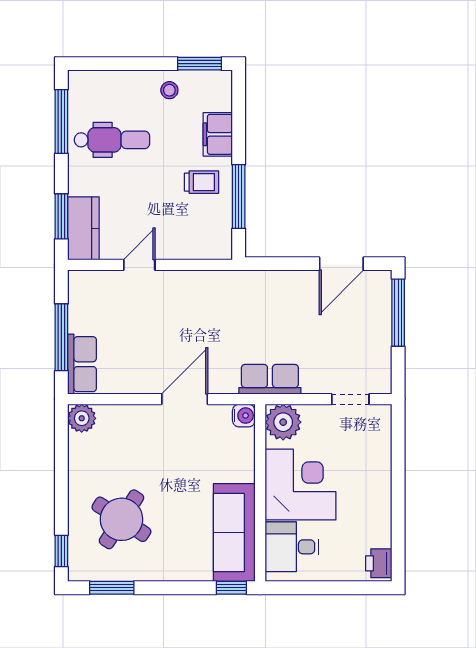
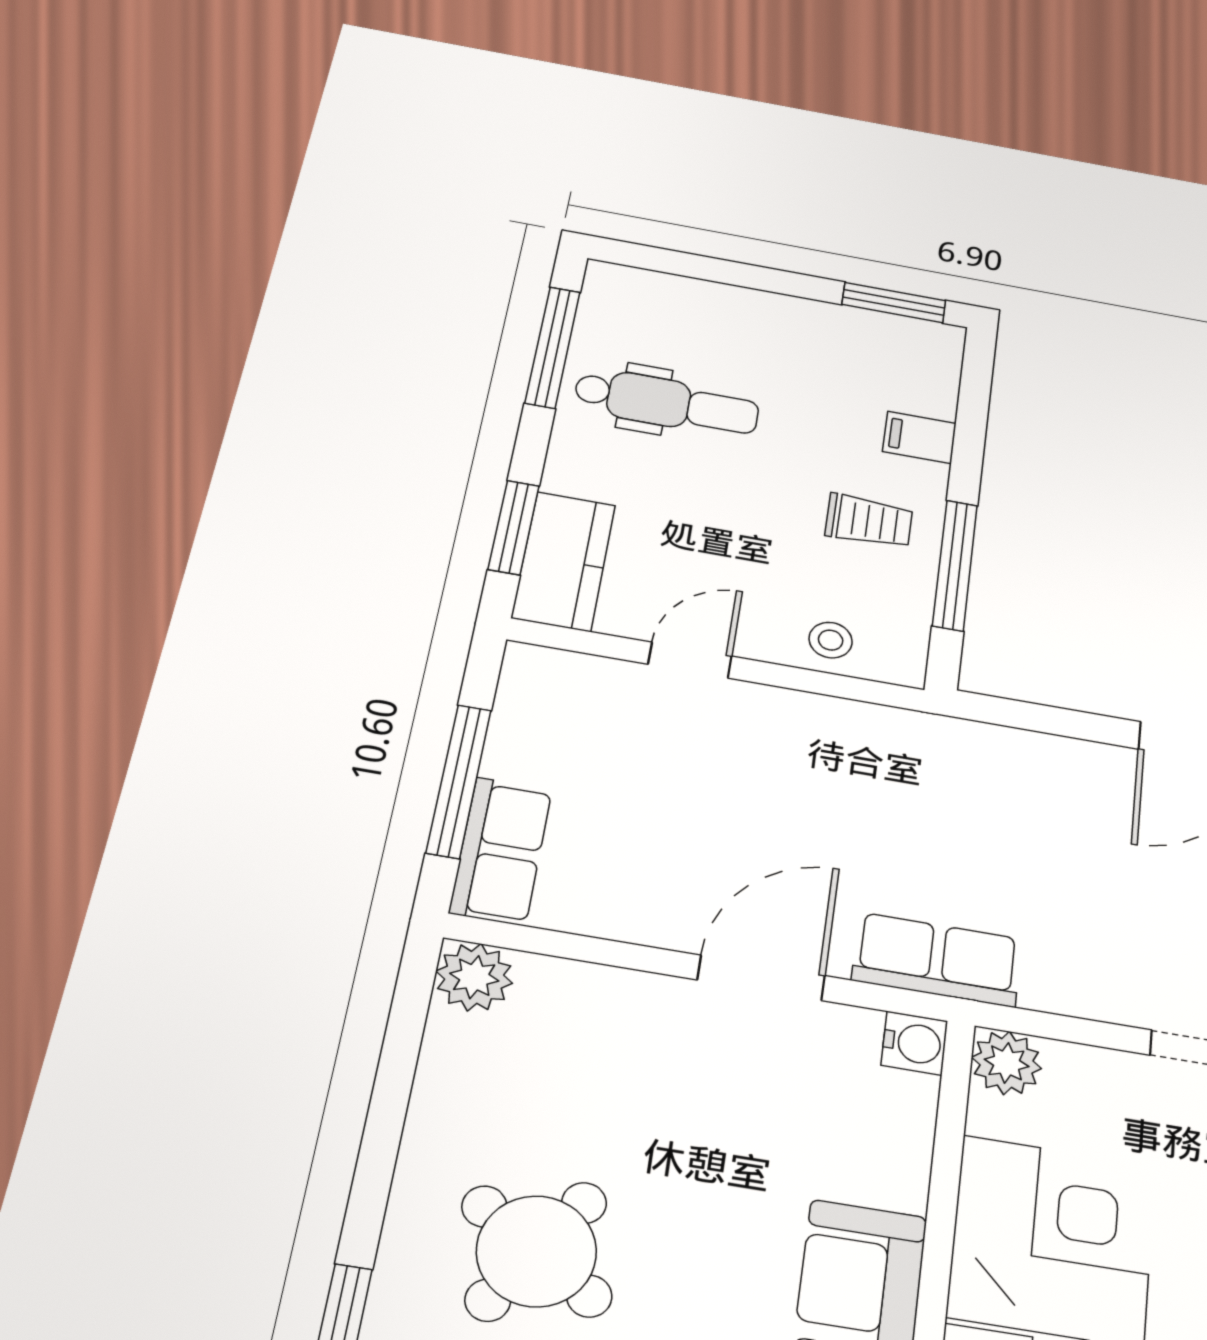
stool: (169, 90) -> (831, 640), moved
filing cabinet: (218, 134) -> (920, 437), width x0.50
row of seats: (270, 379) -> (937, 960), moved
plant: (283, 422) -> (1007, 1063), width x0.73, depth x0.73

